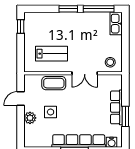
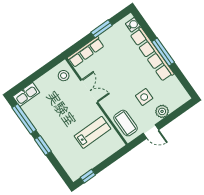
lab bench: (51, 54) -> (92, 132), turned 90
coffee table: (54, 83) -> (126, 123), moved
row of seats: (116, 107) -> (86, 52), moved

